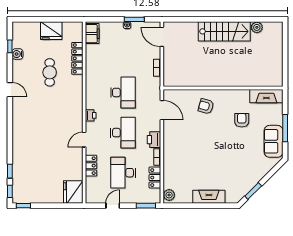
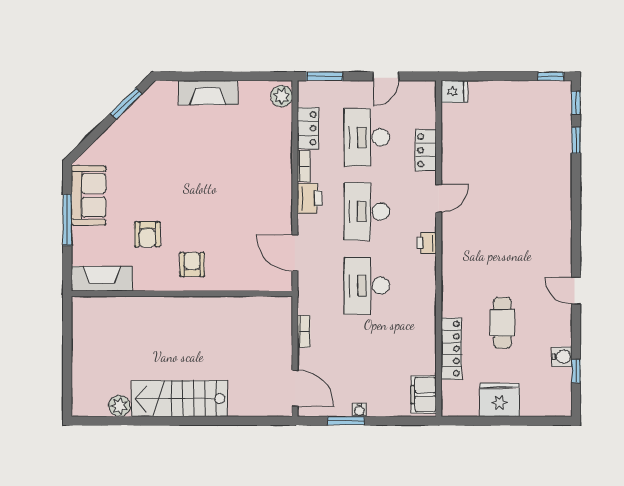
armchair: (206, 106) -> (192, 264), moved, turned -106
desk: (123, 173) -> (367, 137), turned 180
fridge: (73, 192) -> (454, 92), width x0.53, depth x0.75

